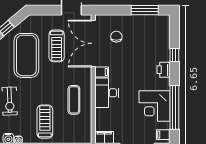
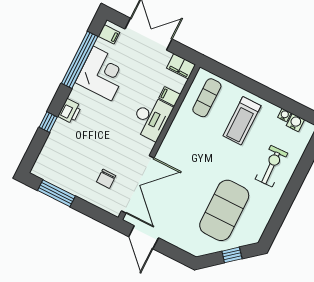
treadmill: (57, 46) -> (183, 204), removed
filing cabinet: (102, 72) -> (170, 96), moved
exercise mat: (74, 100) -> (207, 98), moved

